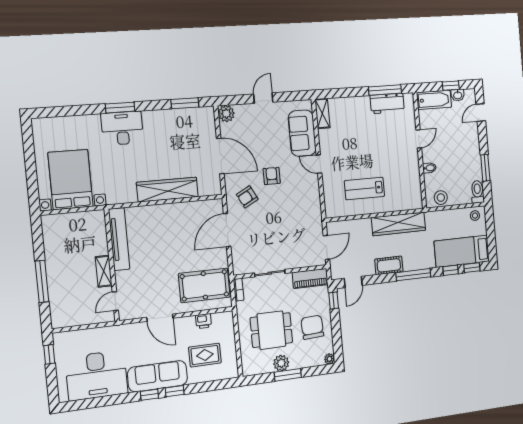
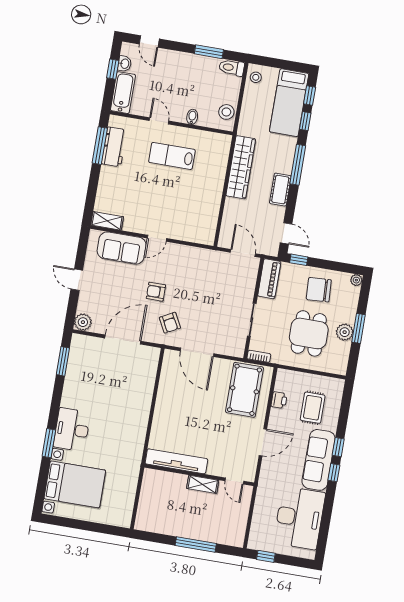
window: (120, 108) -> (49, 443), moved
bed with nightstands: (71, 179) -> (75, 484), moved, turned 180
lab bench: (364, 189) -> (172, 156), moved, turned 90
wardrobe: (167, 190) -> (142, 401), removed

